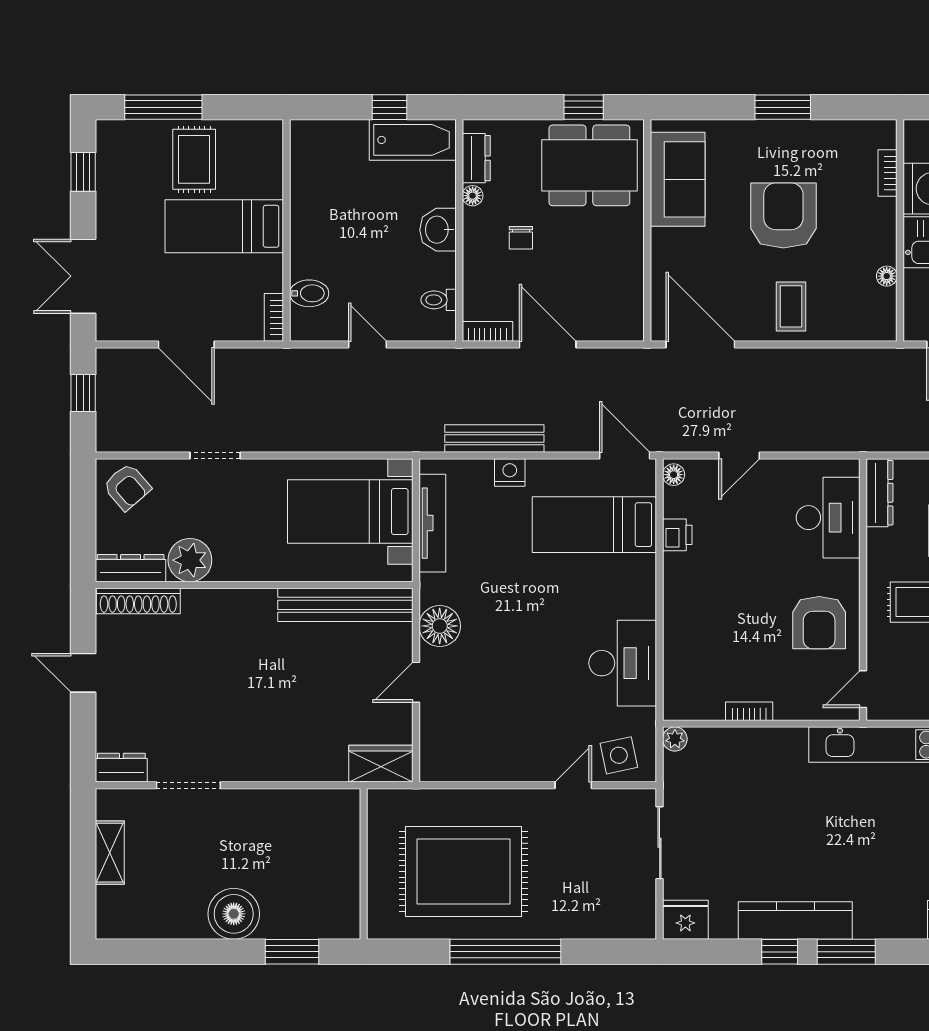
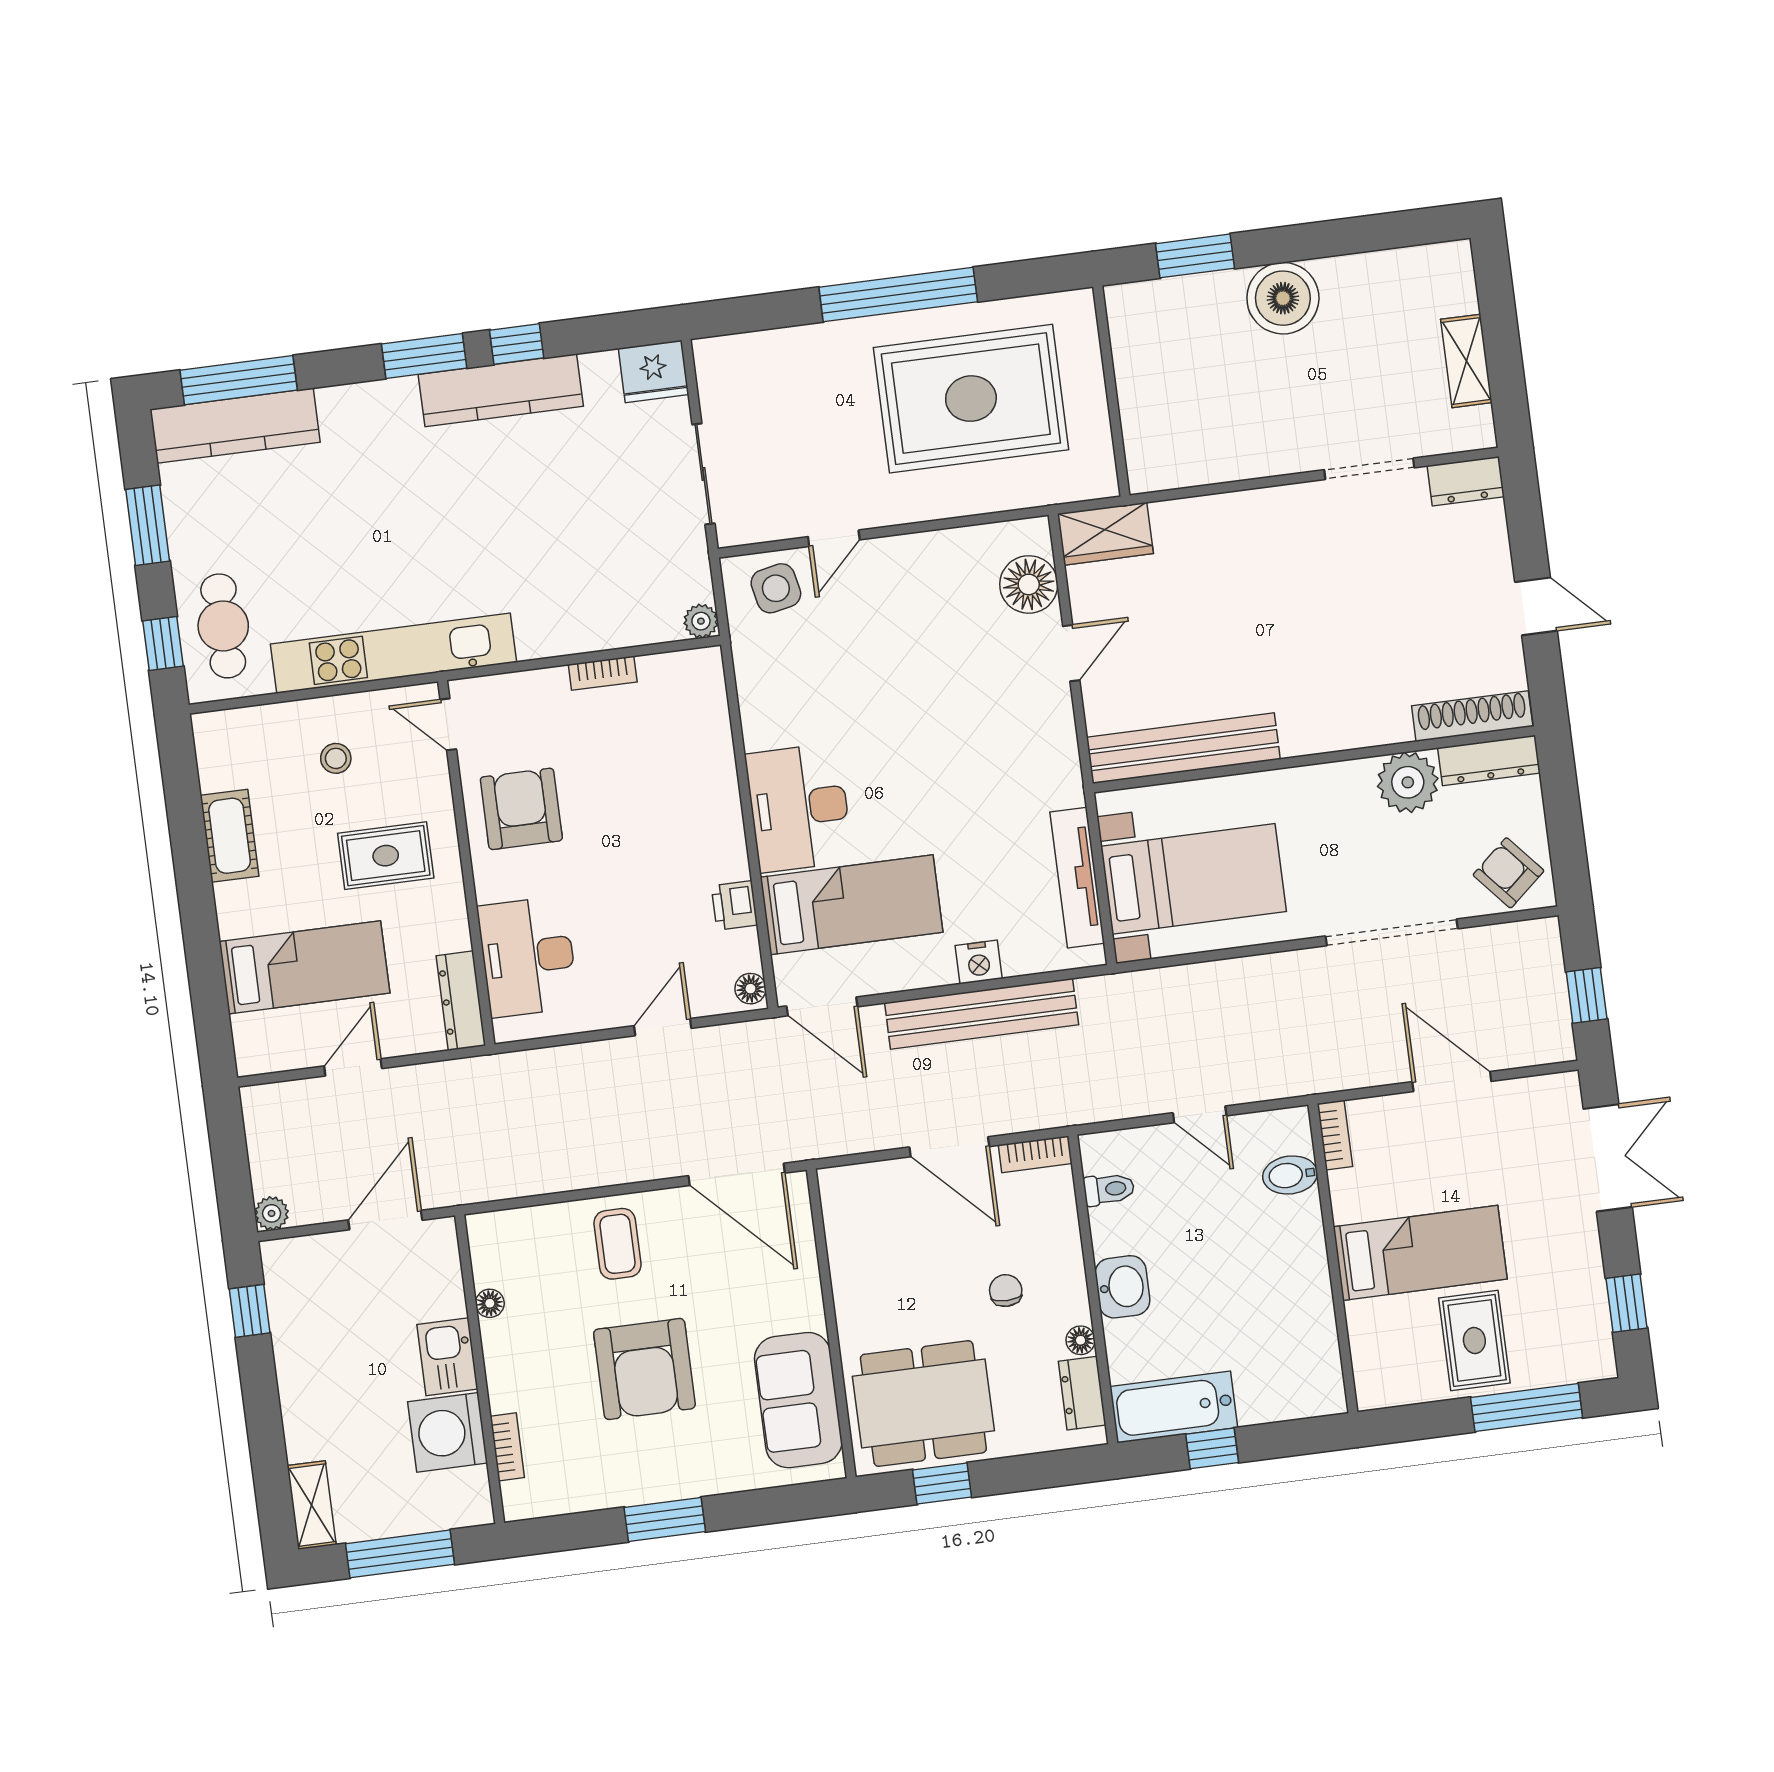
bench: (494, 439) -> (982, 1014), width x1.37, depth x1.21
doorway: (215, 455) -> (1392, 932), width x1.88
floor lamp: (440, 626) -> (1029, 584), moved
desk: (623, 663) -> (799, 808), moved
door: (863, 689) -> (448, 724), swing flipped

